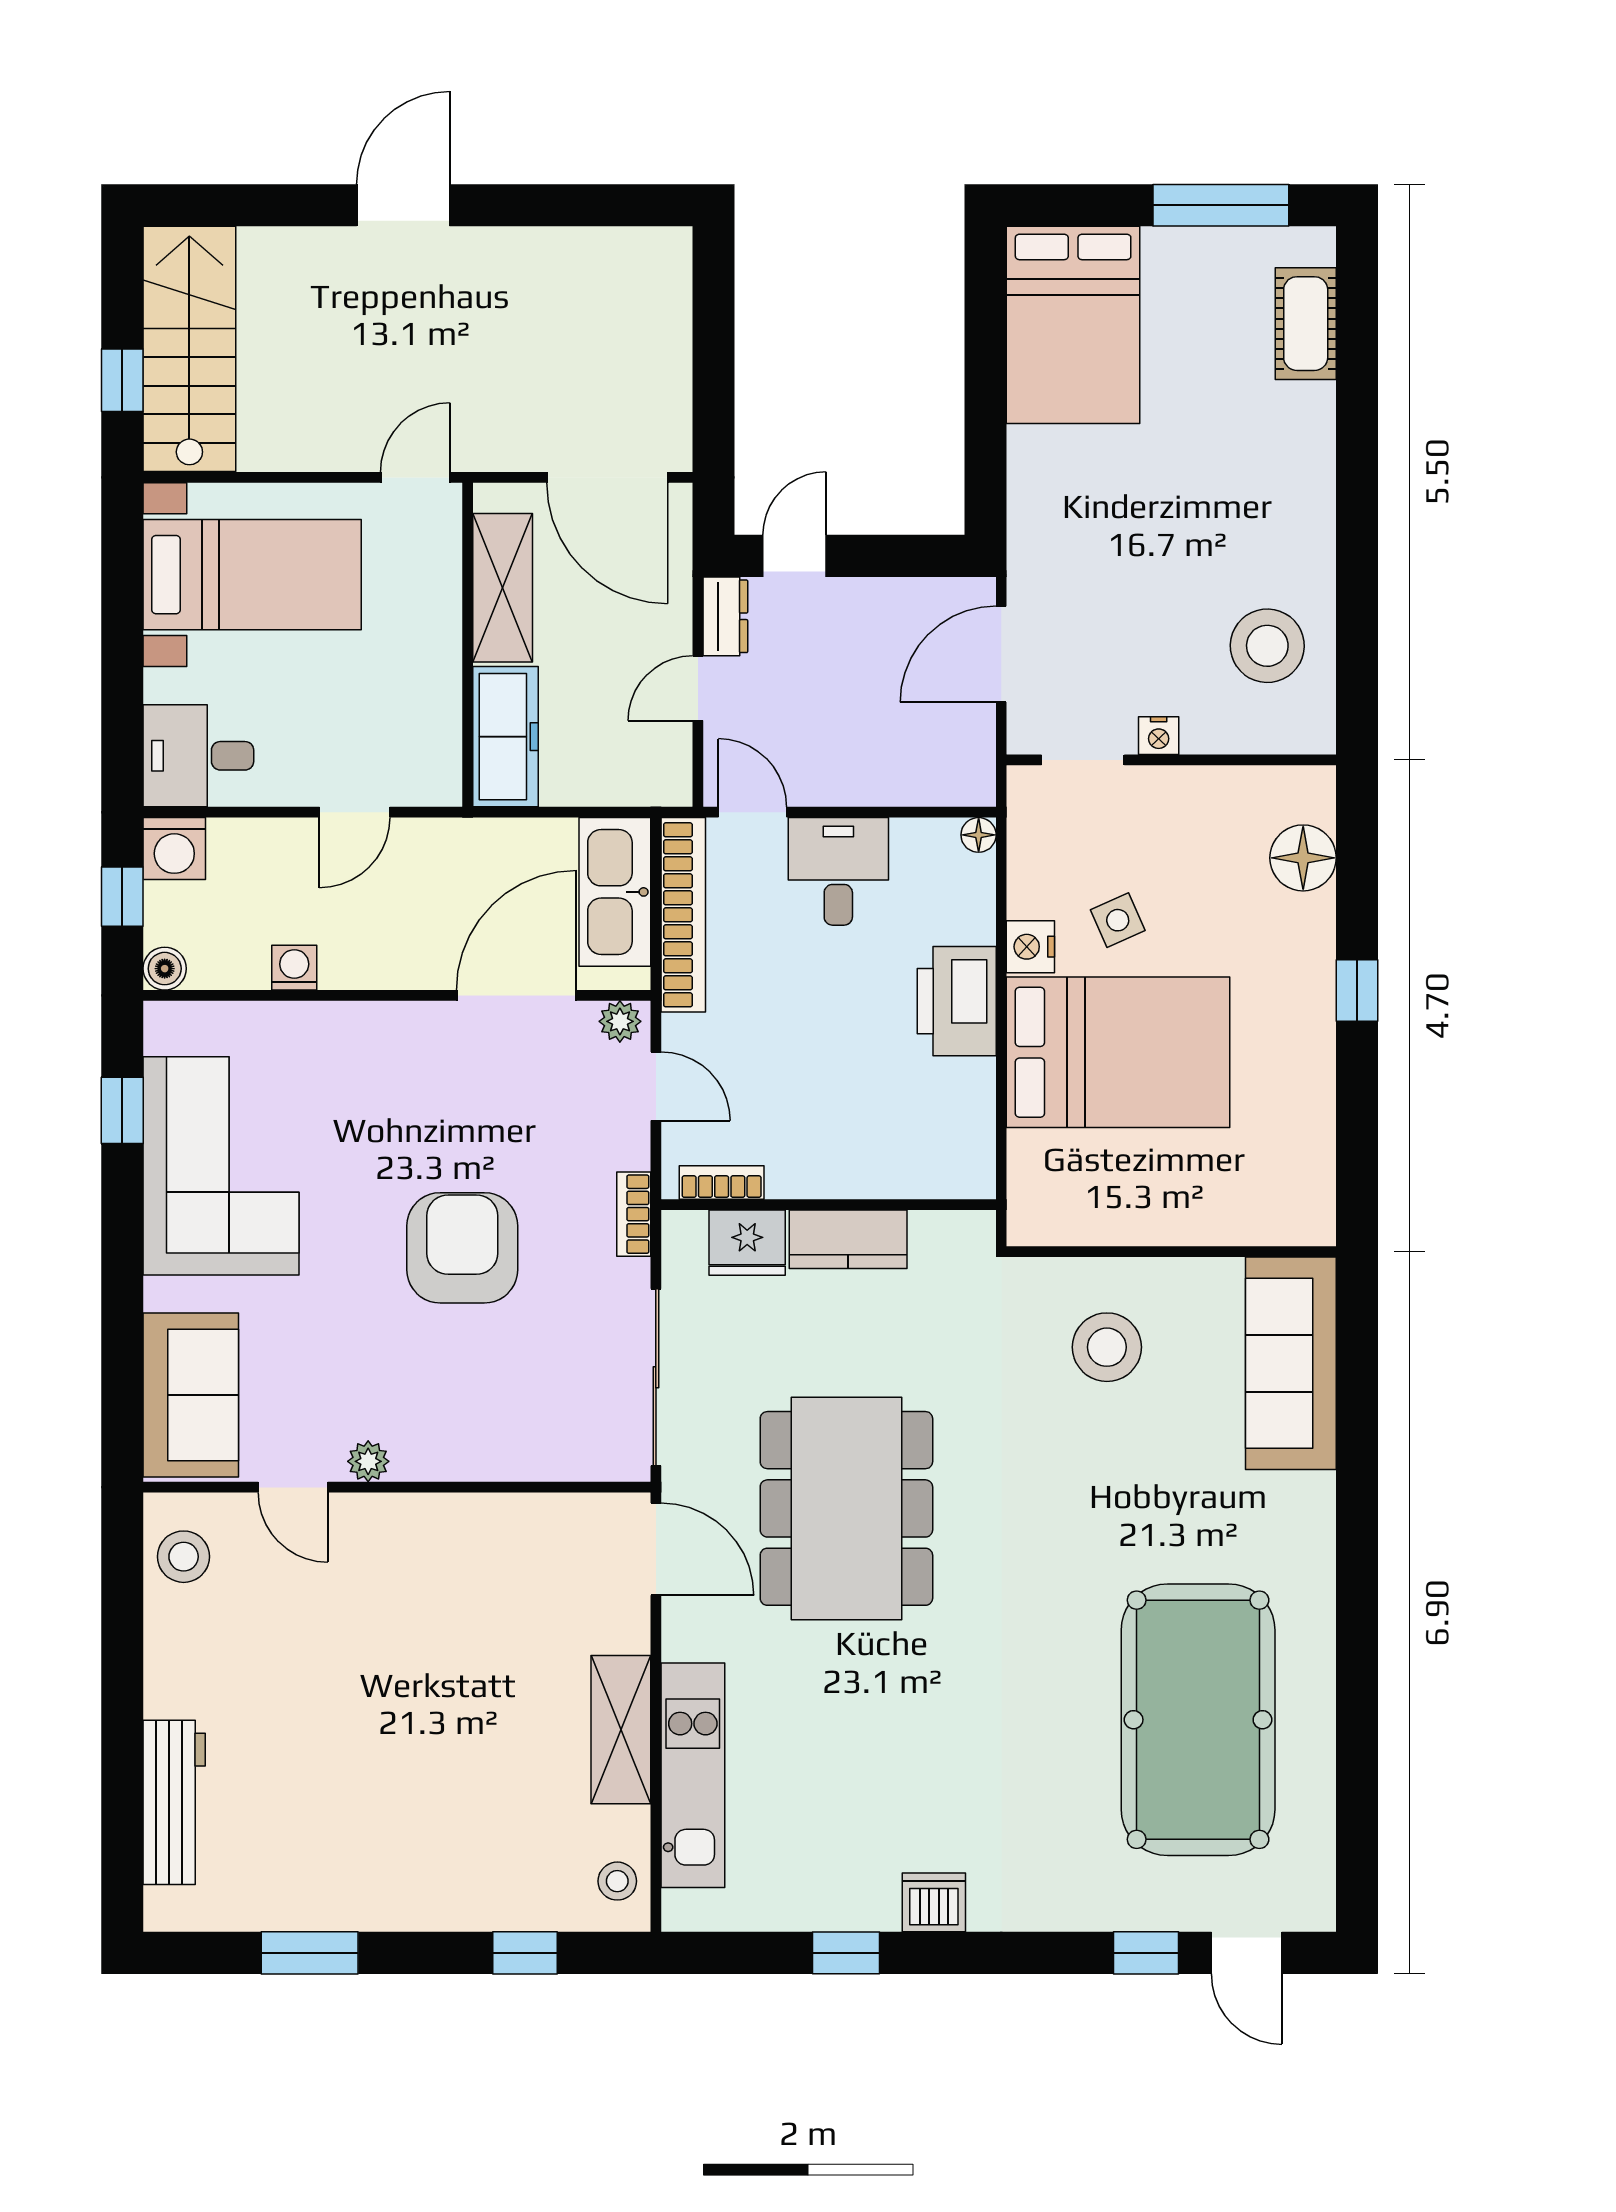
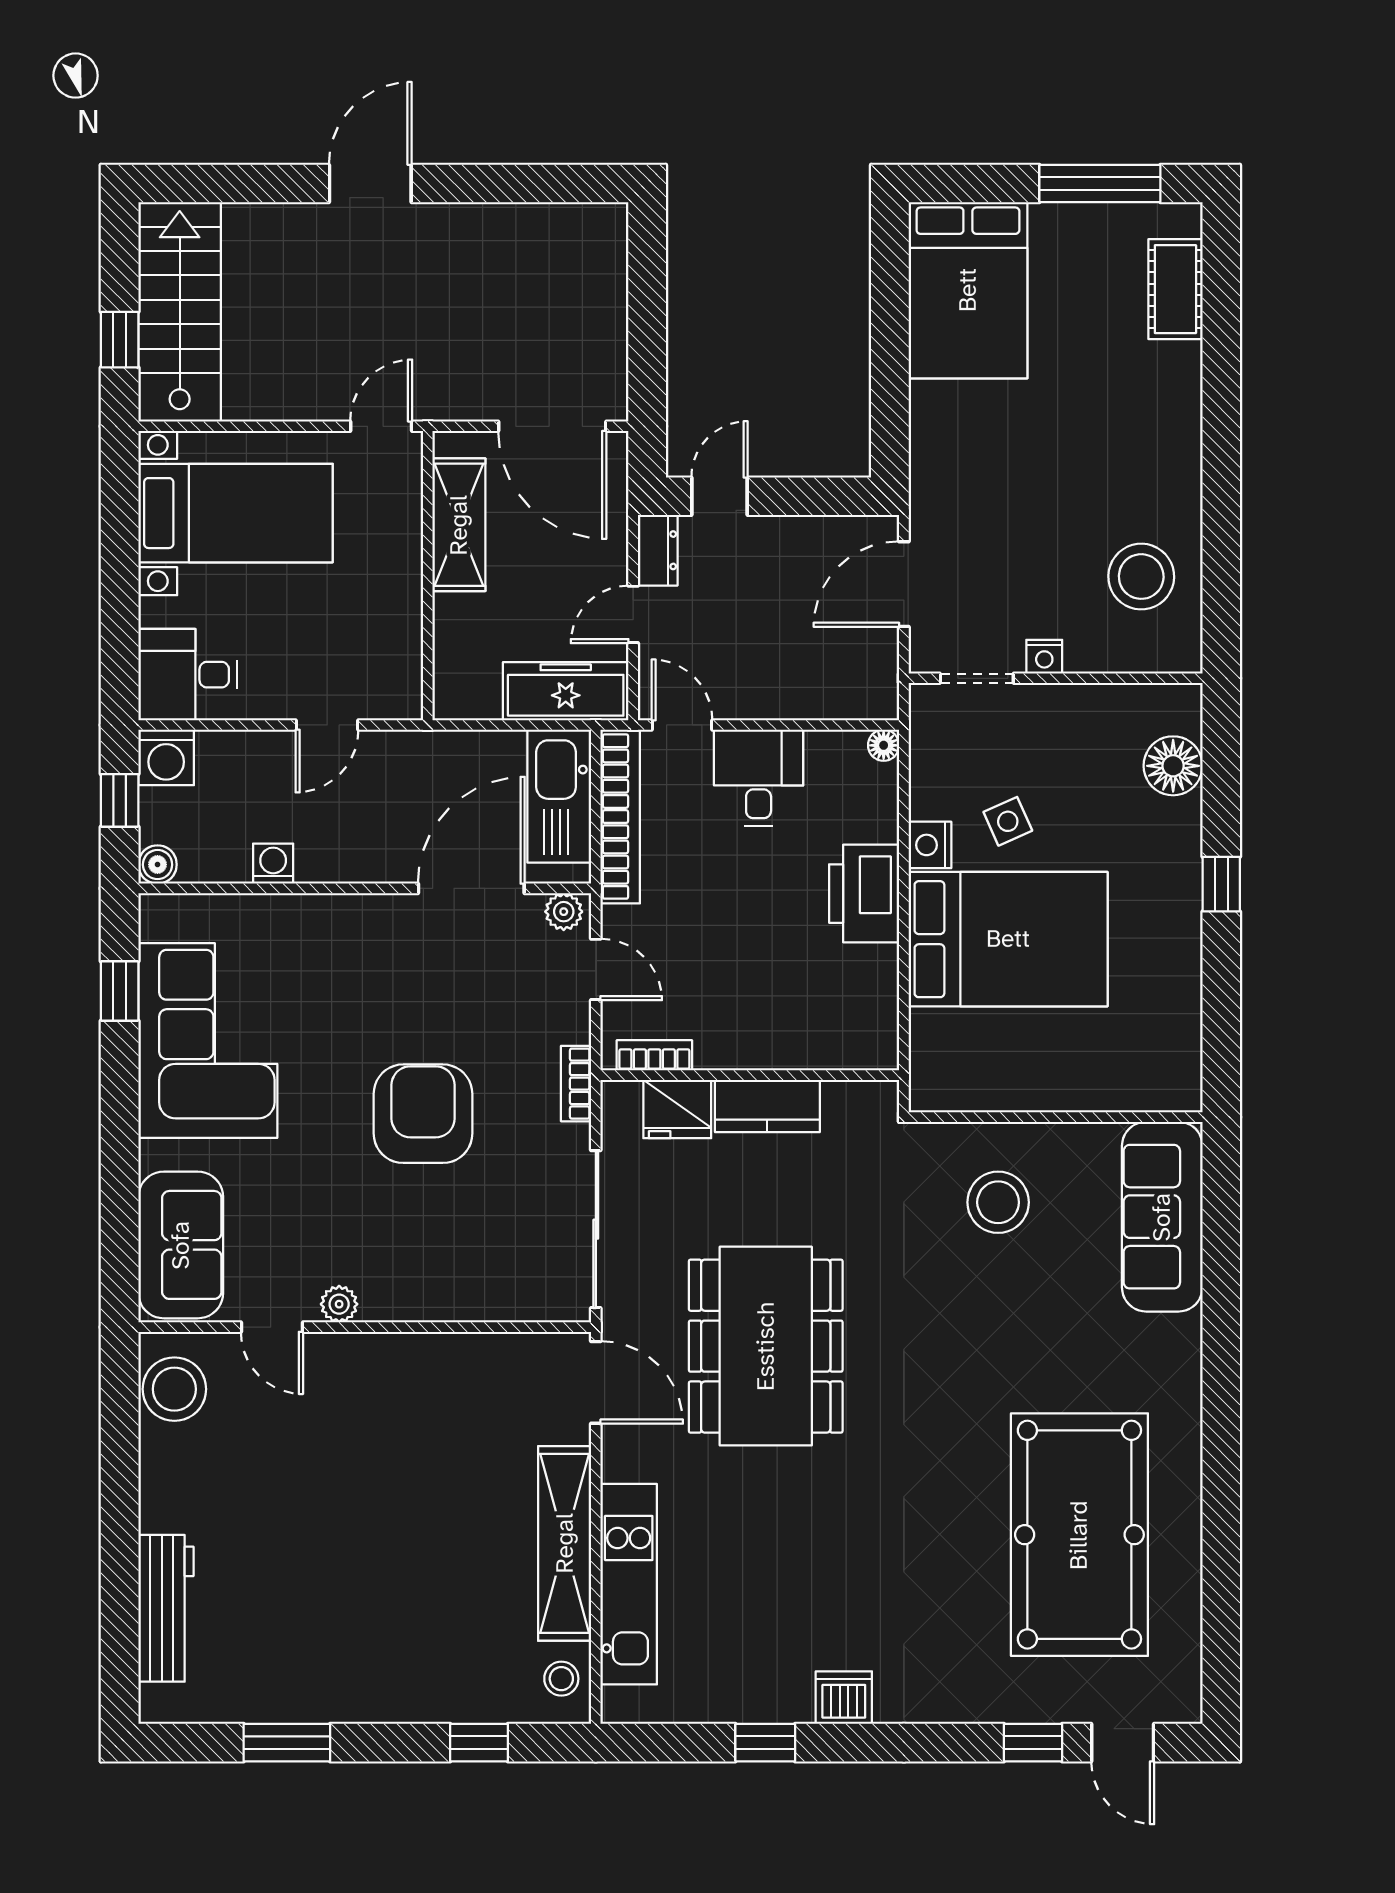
freezer: (505, 737) -> (566, 691), moved, turned -90
stool: (184, 1557) -> (174, 1389), width x1.38, depth x1.38
shelving: (621, 1730) -> (565, 1543), width x1.47

